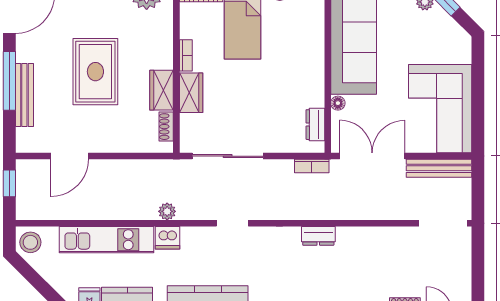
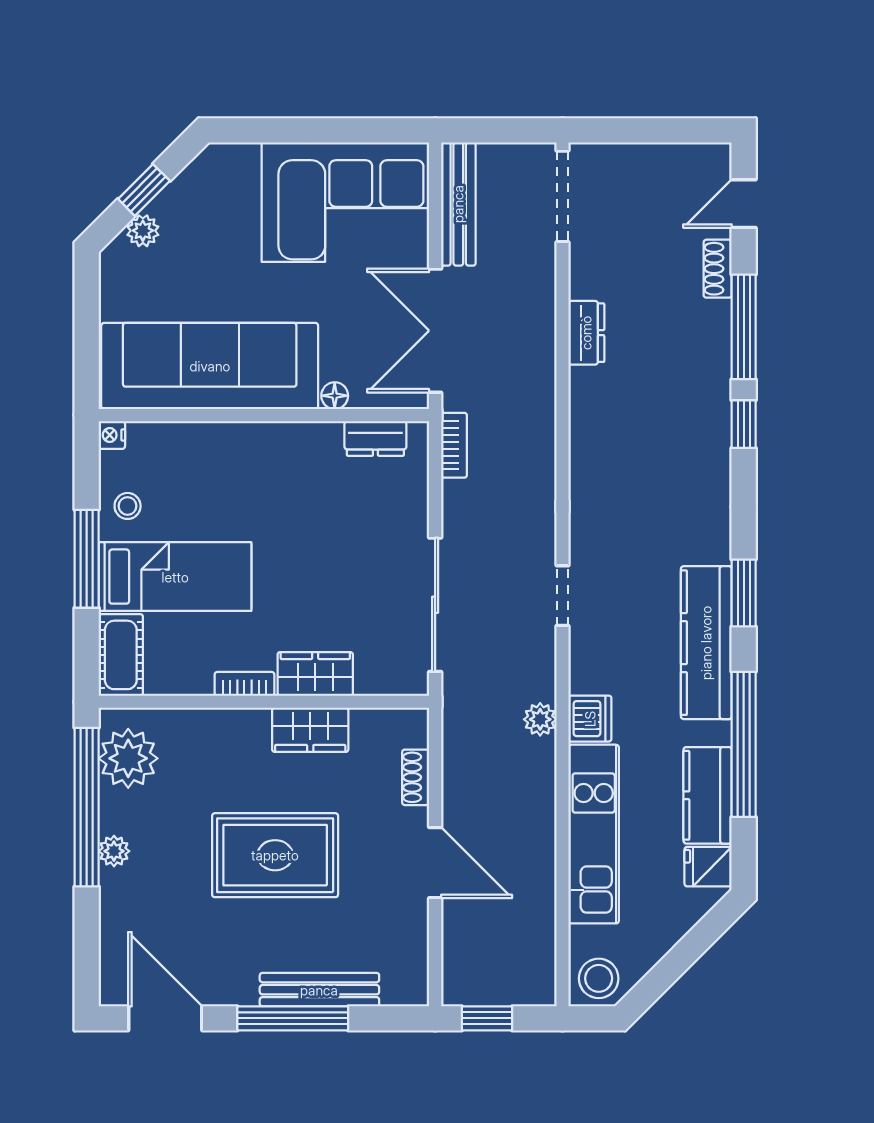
shoe rack: (166, 127) -> (416, 777), moved, turned 90
door: (70, 156) -> (435, 863), moved
dresser: (318, 236) -> (586, 333), moved

